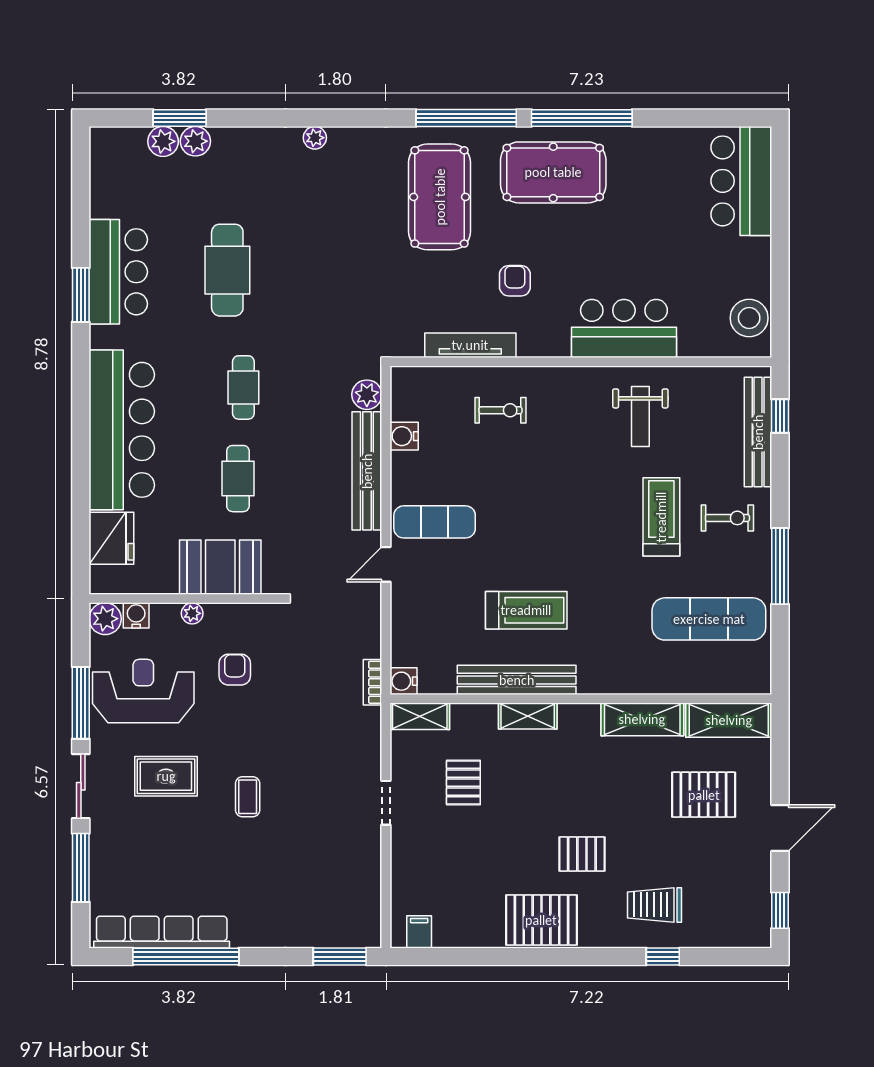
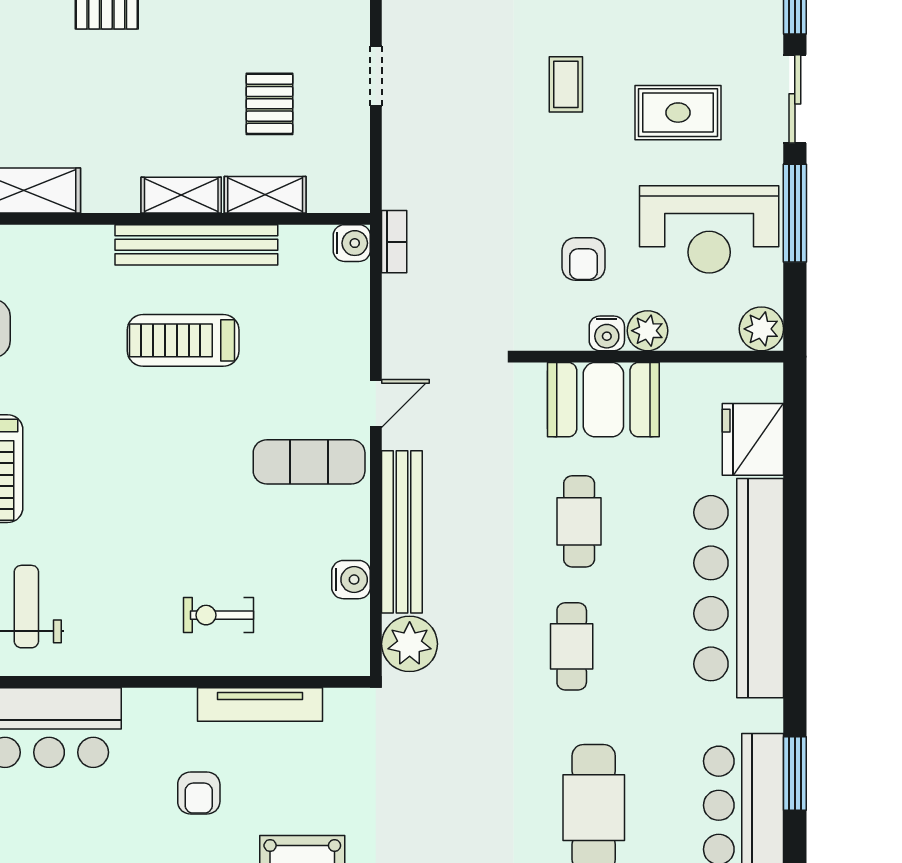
plant: (367, 395) -> (410, 644), width x1.36, depth x1.36
plant: (192, 613) -> (647, 331), width x1.38, depth x1.38
water cooler: (136, 615) -> (607, 333), moved
shelving: (420, 716) -> (265, 195), moved

